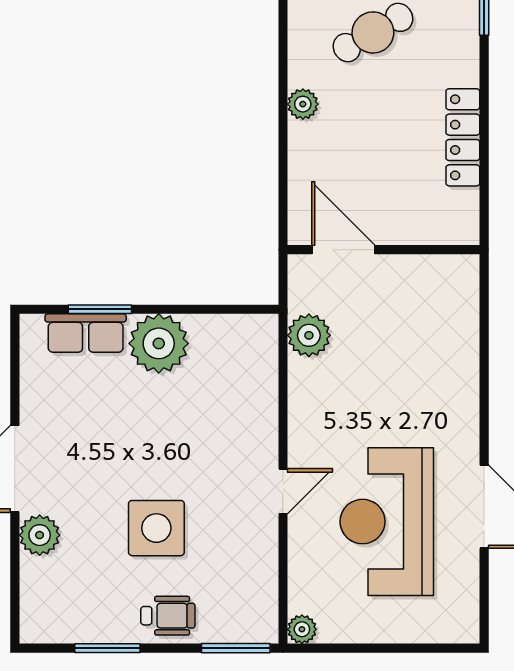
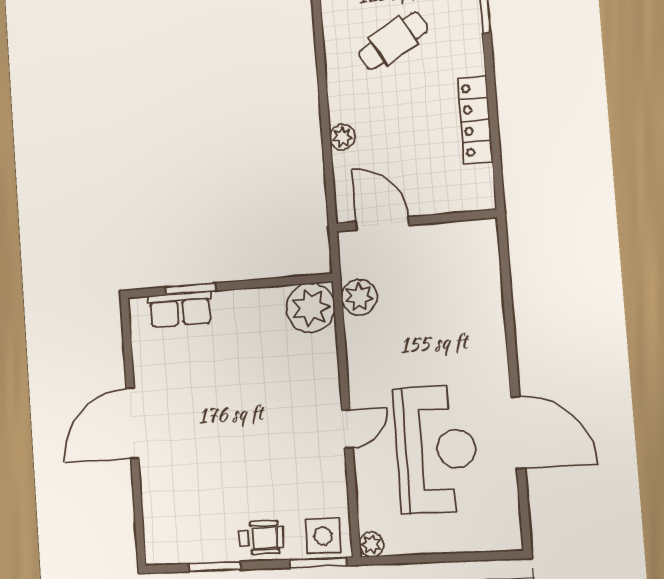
plant: (303, 104) -> (342, 137), moved
plant: (159, 343) -> (311, 308), moved
reception desk: (387, 522) -> (436, 450), turned 180
side table: (156, 528) -> (323, 536), moved, width x0.73, depth x0.73
plant: (40, 535) -> (155, 476), removed

